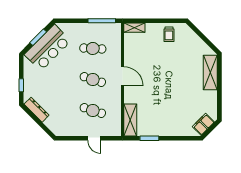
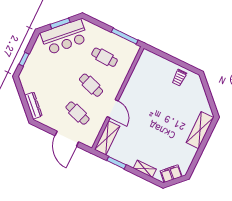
shelving: (134, 28) -> (145, 169), moved
door: (123, 76) -> (113, 109), moved
dresser: (37, 110) -> (33, 105), moved
door: (94, 138) -> (67, 139), width x1.87

